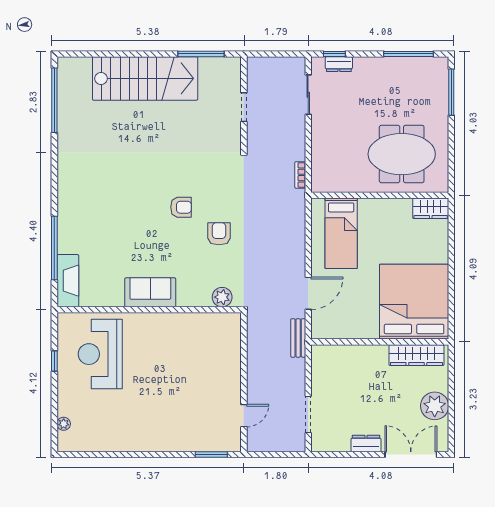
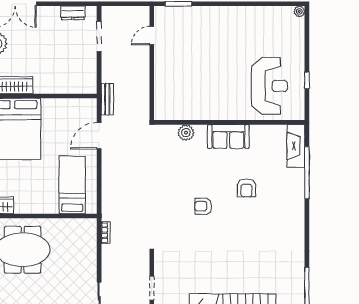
armchair: (219, 234) -> (246, 188), moved
plant: (222, 297) -> (186, 133), moved
plant: (64, 424) -> (299, 11), moved
dresser: (366, 443) -> (73, 13), moved

